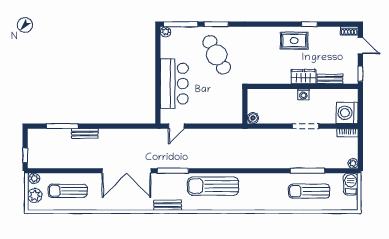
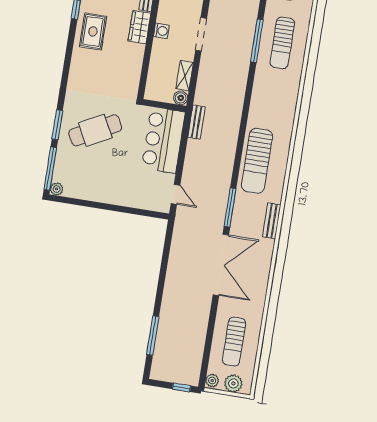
bar counter: (174, 84) -> (163, 140), moved, turned -90
shelving: (271, 118) -> (185, 76), added
bench: (85, 134) -> (197, 122), moved

